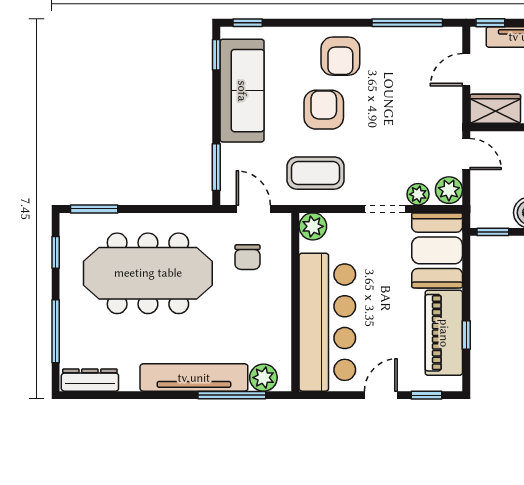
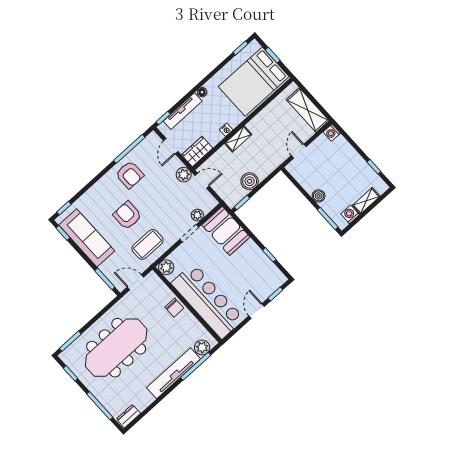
armchair: (340, 56) -> (130, 175), moved
plant: (449, 190) -> (184, 175), moved
chair: (247, 257) -> (174, 308), moved
piano: (444, 333) -> (259, 262), removed
dresser: (90, 380) -> (128, 416), width x0.70

